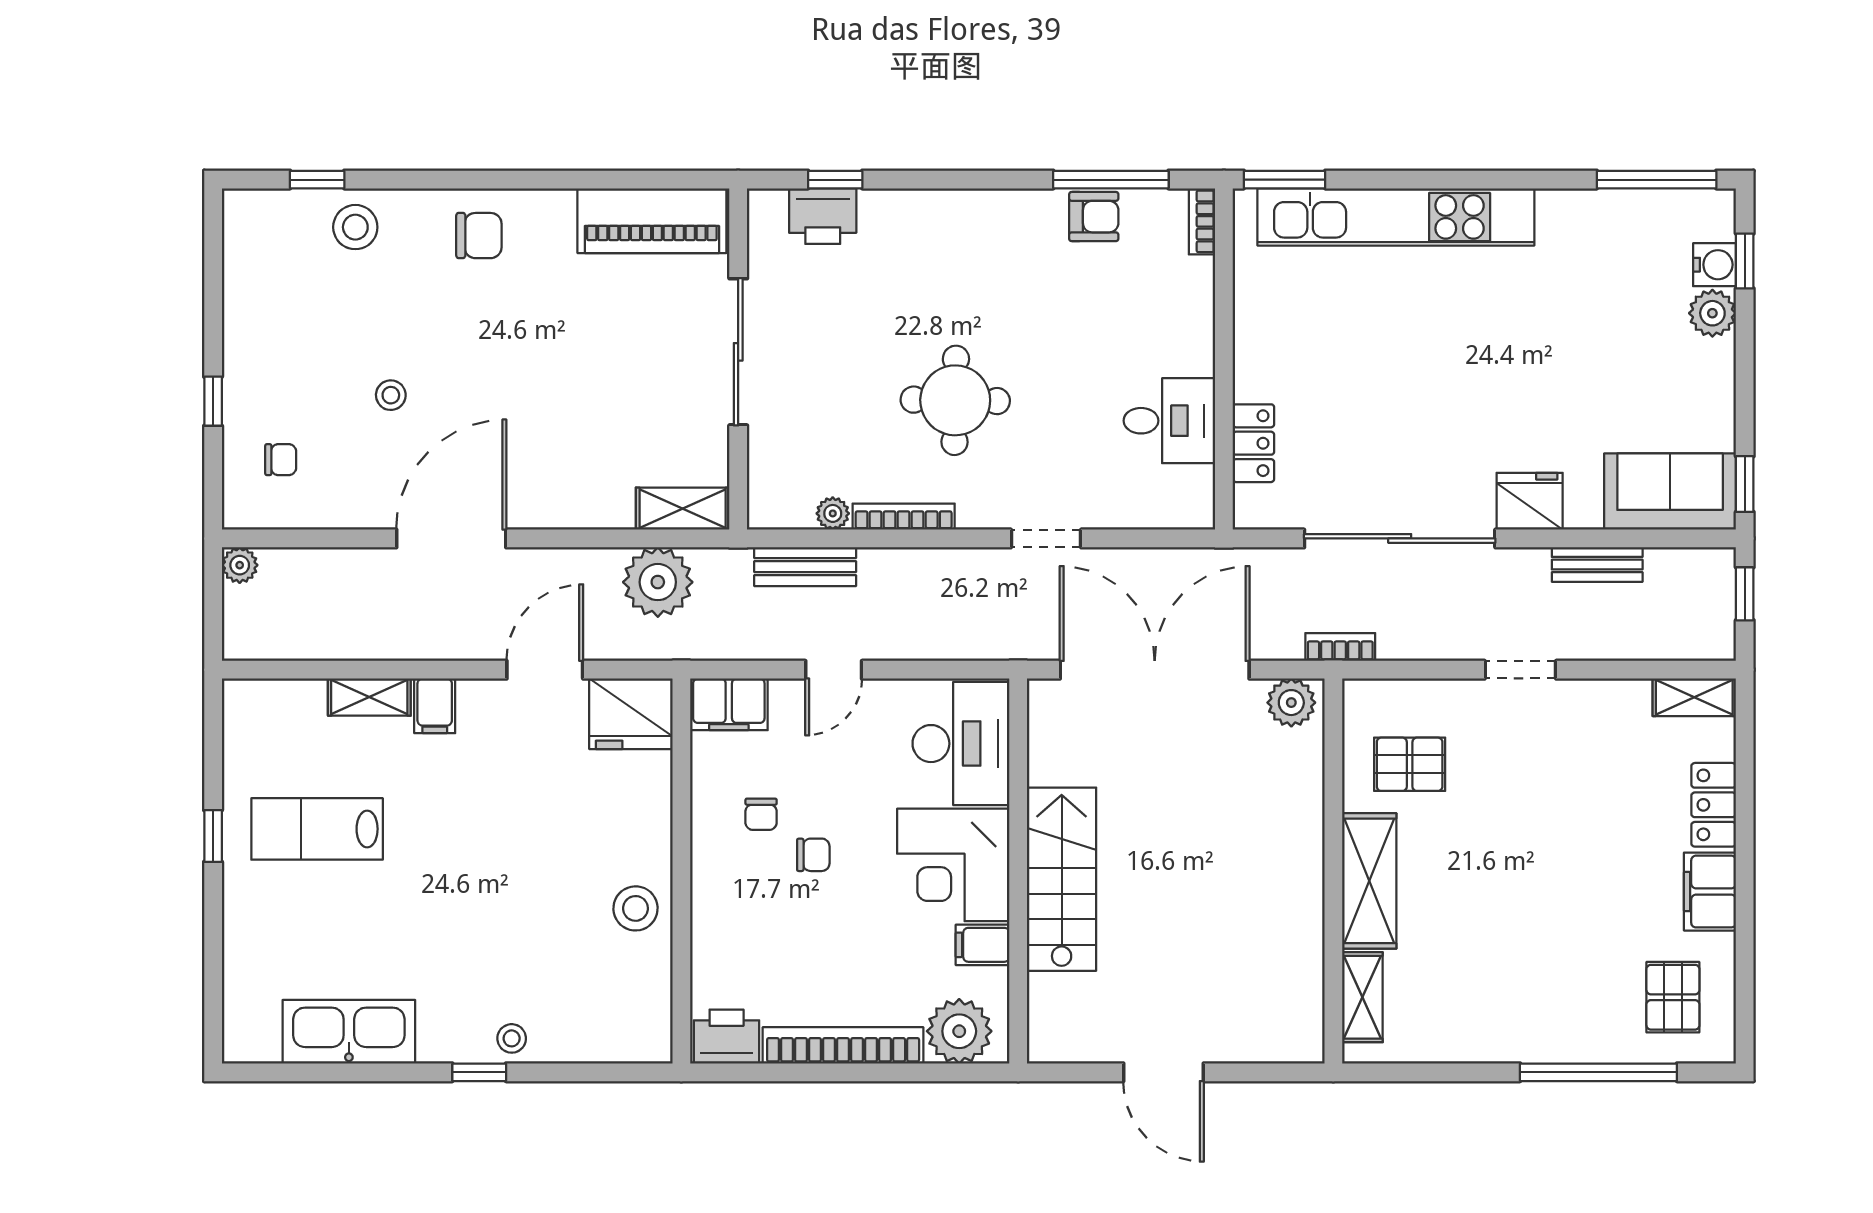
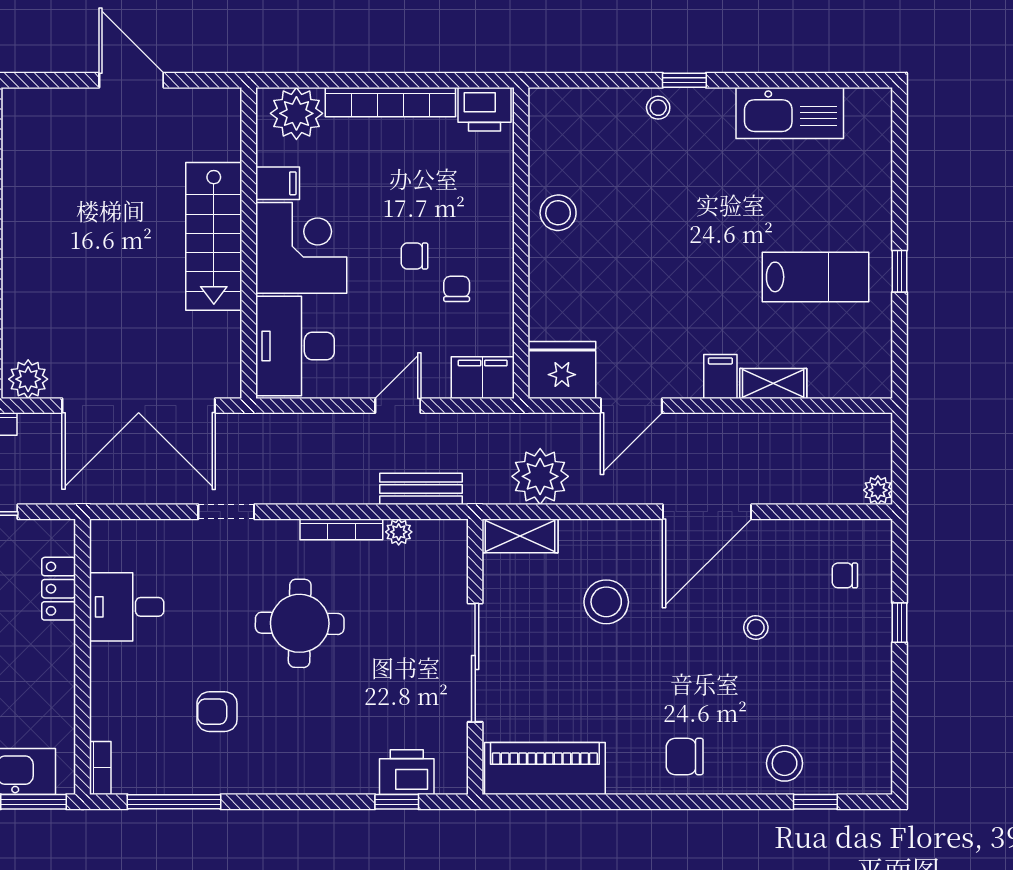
armchair: (1094, 217) -> (217, 712), moved
stool: (576, 427) -> (606, 602), added

